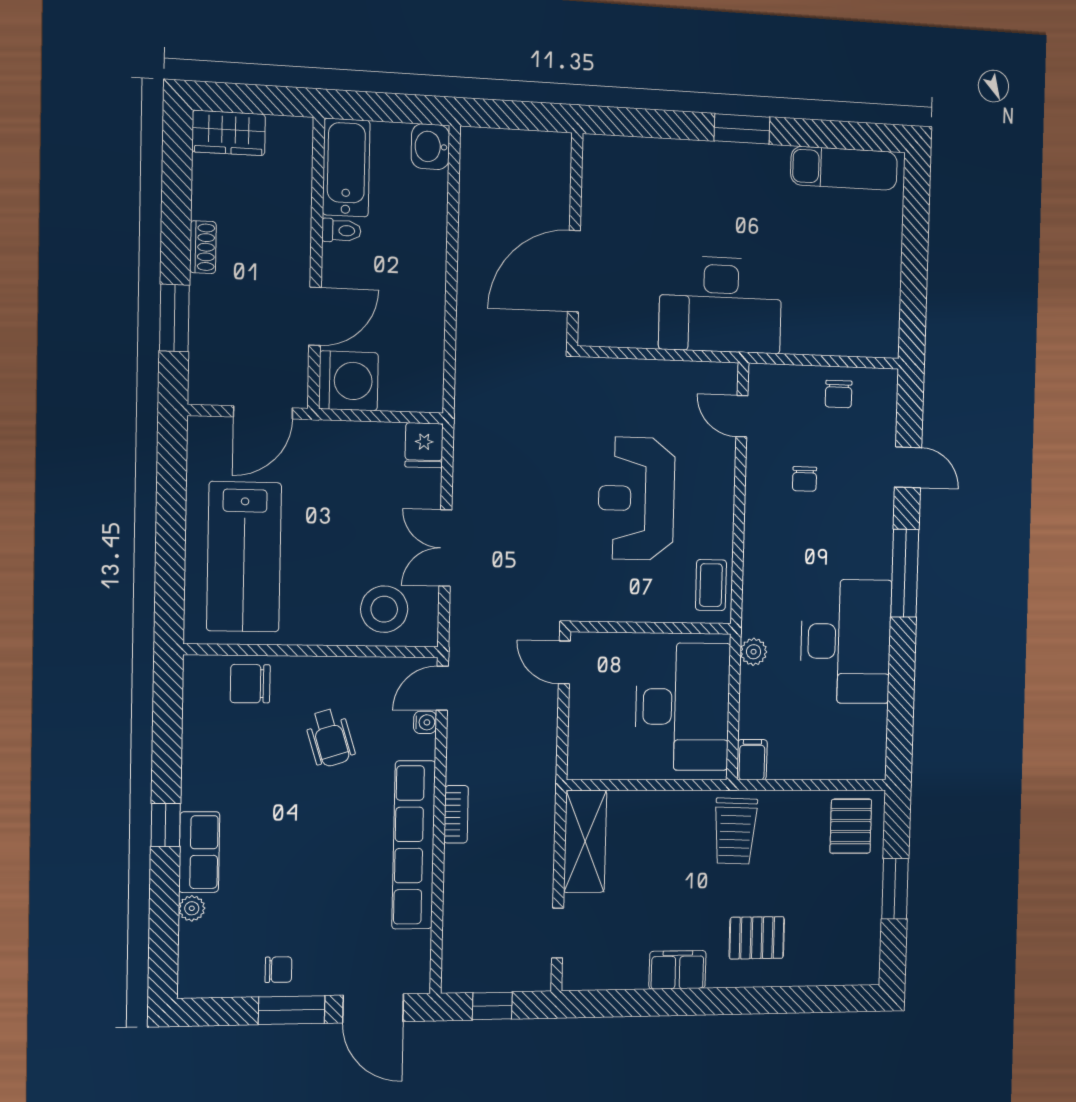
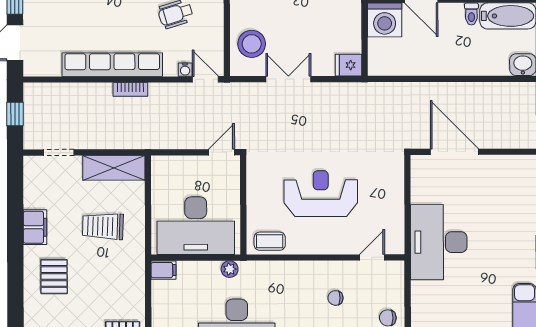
trolley: (735, 831) -> (103, 226), moved

